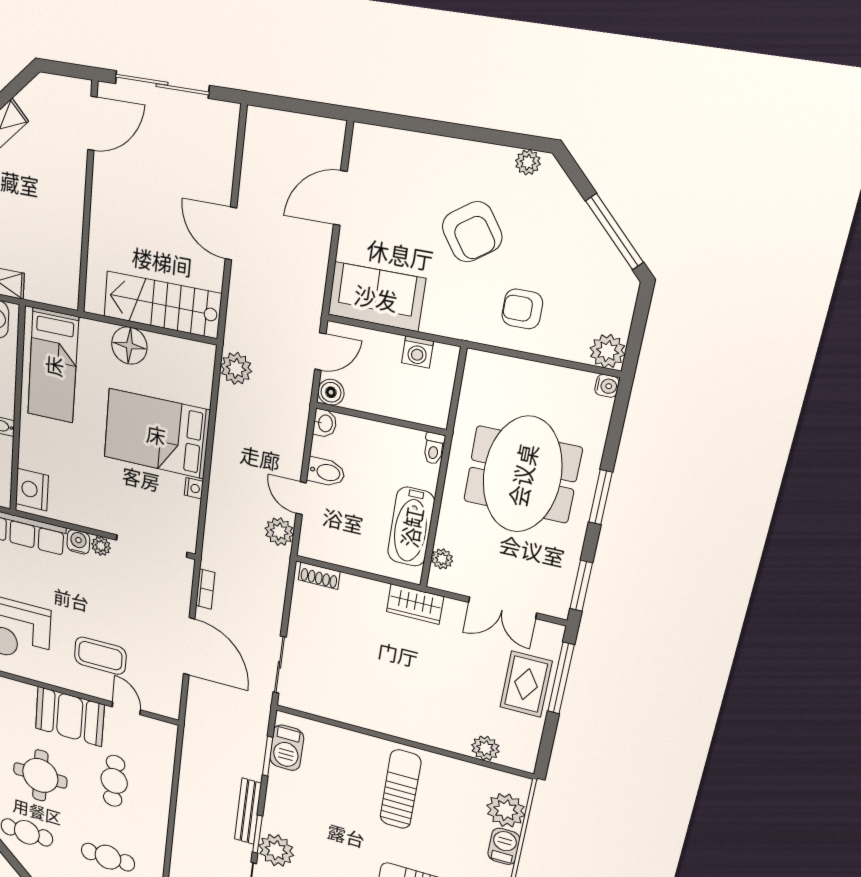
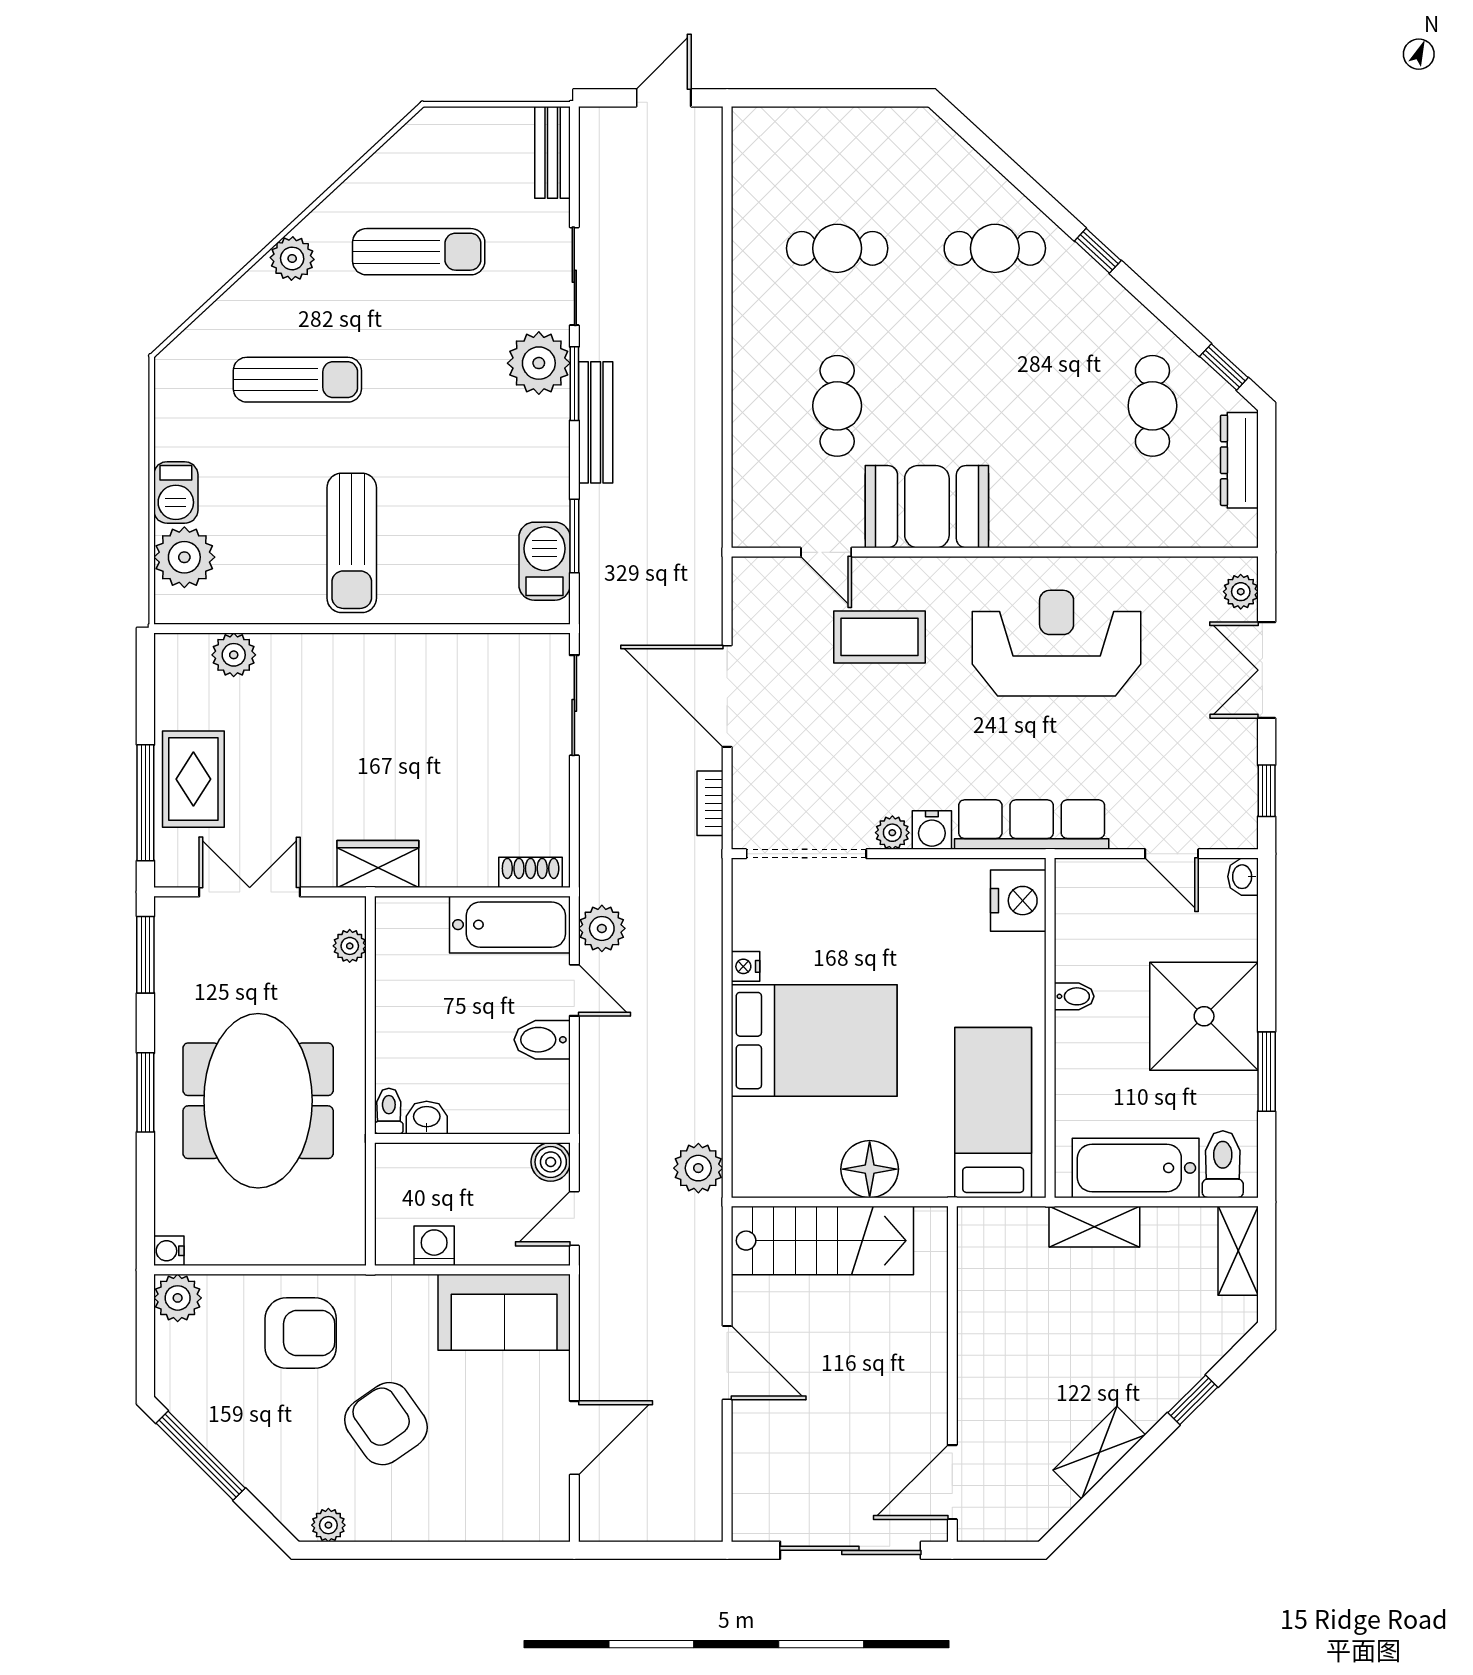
armchair: (522, 309) -> (301, 1333), width x1.38, depth x1.38
washbasin: (325, 423) -> (427, 1118), moved, turned 90
bathtub: (411, 527) -> (510, 925), moved, turned 90
round table: (40, 775) -> (975, 374), removed

